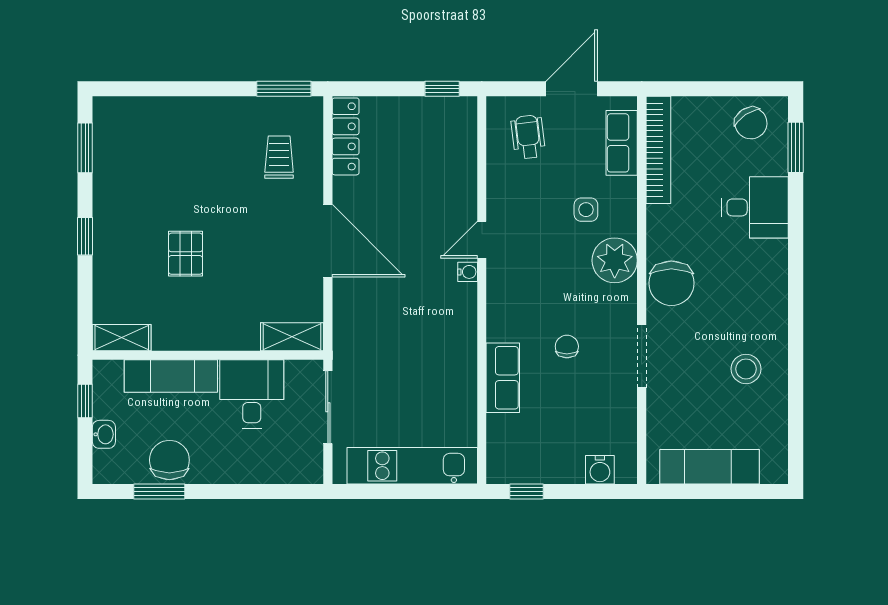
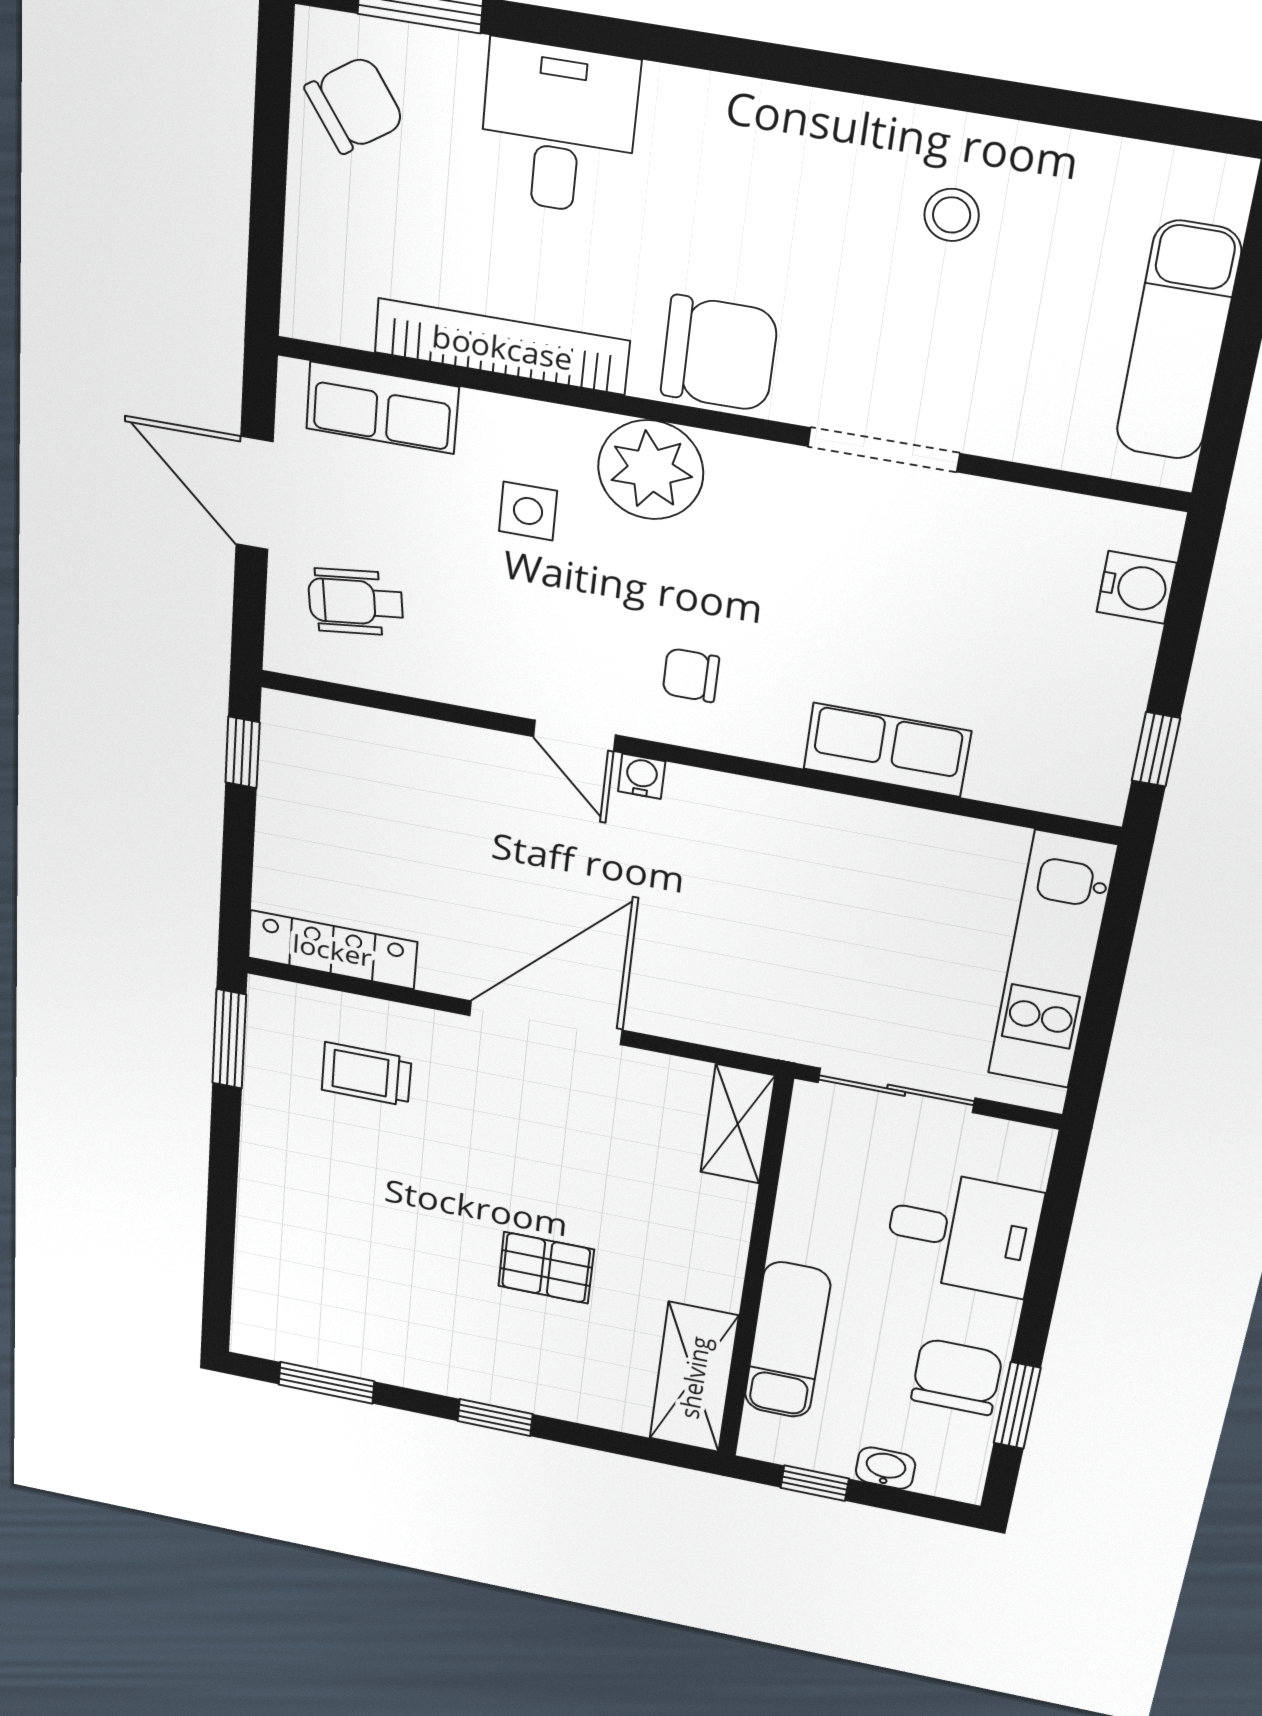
bookcase: (658, 150) -> (502, 347), moved
shelving: (122, 338) -> (694, 1377), width x1.50, depth x1.33
chair: (567, 346) -> (691, 675), moved
stool: (746, 369) -> (952, 215), width x0.73, depth x0.73
desk: (252, 394) -> (963, 1233), moved, turned 180
chair: (169, 460) -> (957, 1377), turned 90

